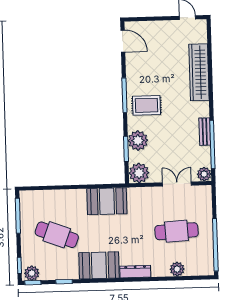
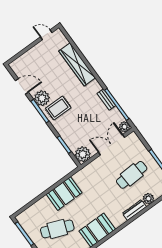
door: (123, 41) -> (22, 86), moved
plant: (138, 140) -> (42, 98), moved
double door: (177, 184) -> (111, 145), width x1.37
booth: (107, 201) -> (64, 194), moved
dresser: (135, 272) -> (134, 210), moved

